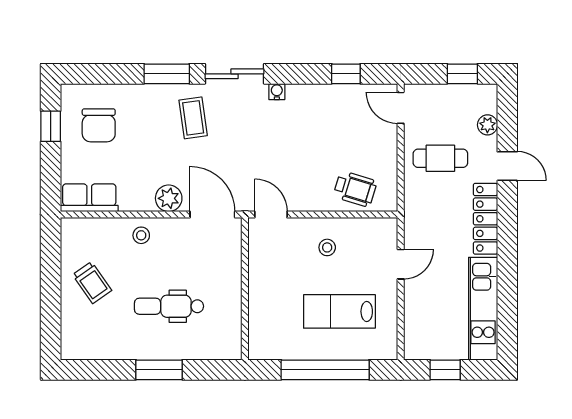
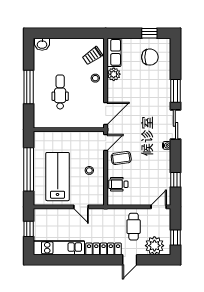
coffee table: (193, 118) -> (121, 158), moved
chair: (99, 125) -> (150, 57), turned 180
plant: (487, 125) -> (154, 246), width x1.88, depth x1.88
wheelchair: (355, 189) -> (118, 184), turned 73
plant: (169, 198) -> (114, 74), moved
trolley: (92, 283) -> (92, 56), moved
lab bench: (339, 311) -> (58, 177), width x1.36, depth x1.39
washbasin: (73, 343) -> (42, 44), added
window: (159, 370) -> (29, 87), width x1.44

